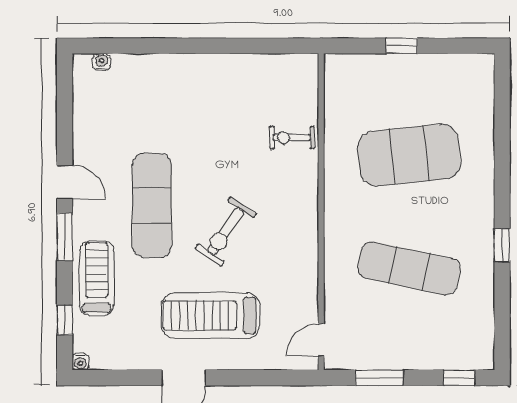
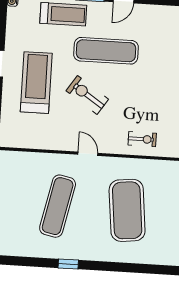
exercise bike: (292, 138) -> (142, 139), turned 90
door: (321, 340) -> (88, 154), moved

